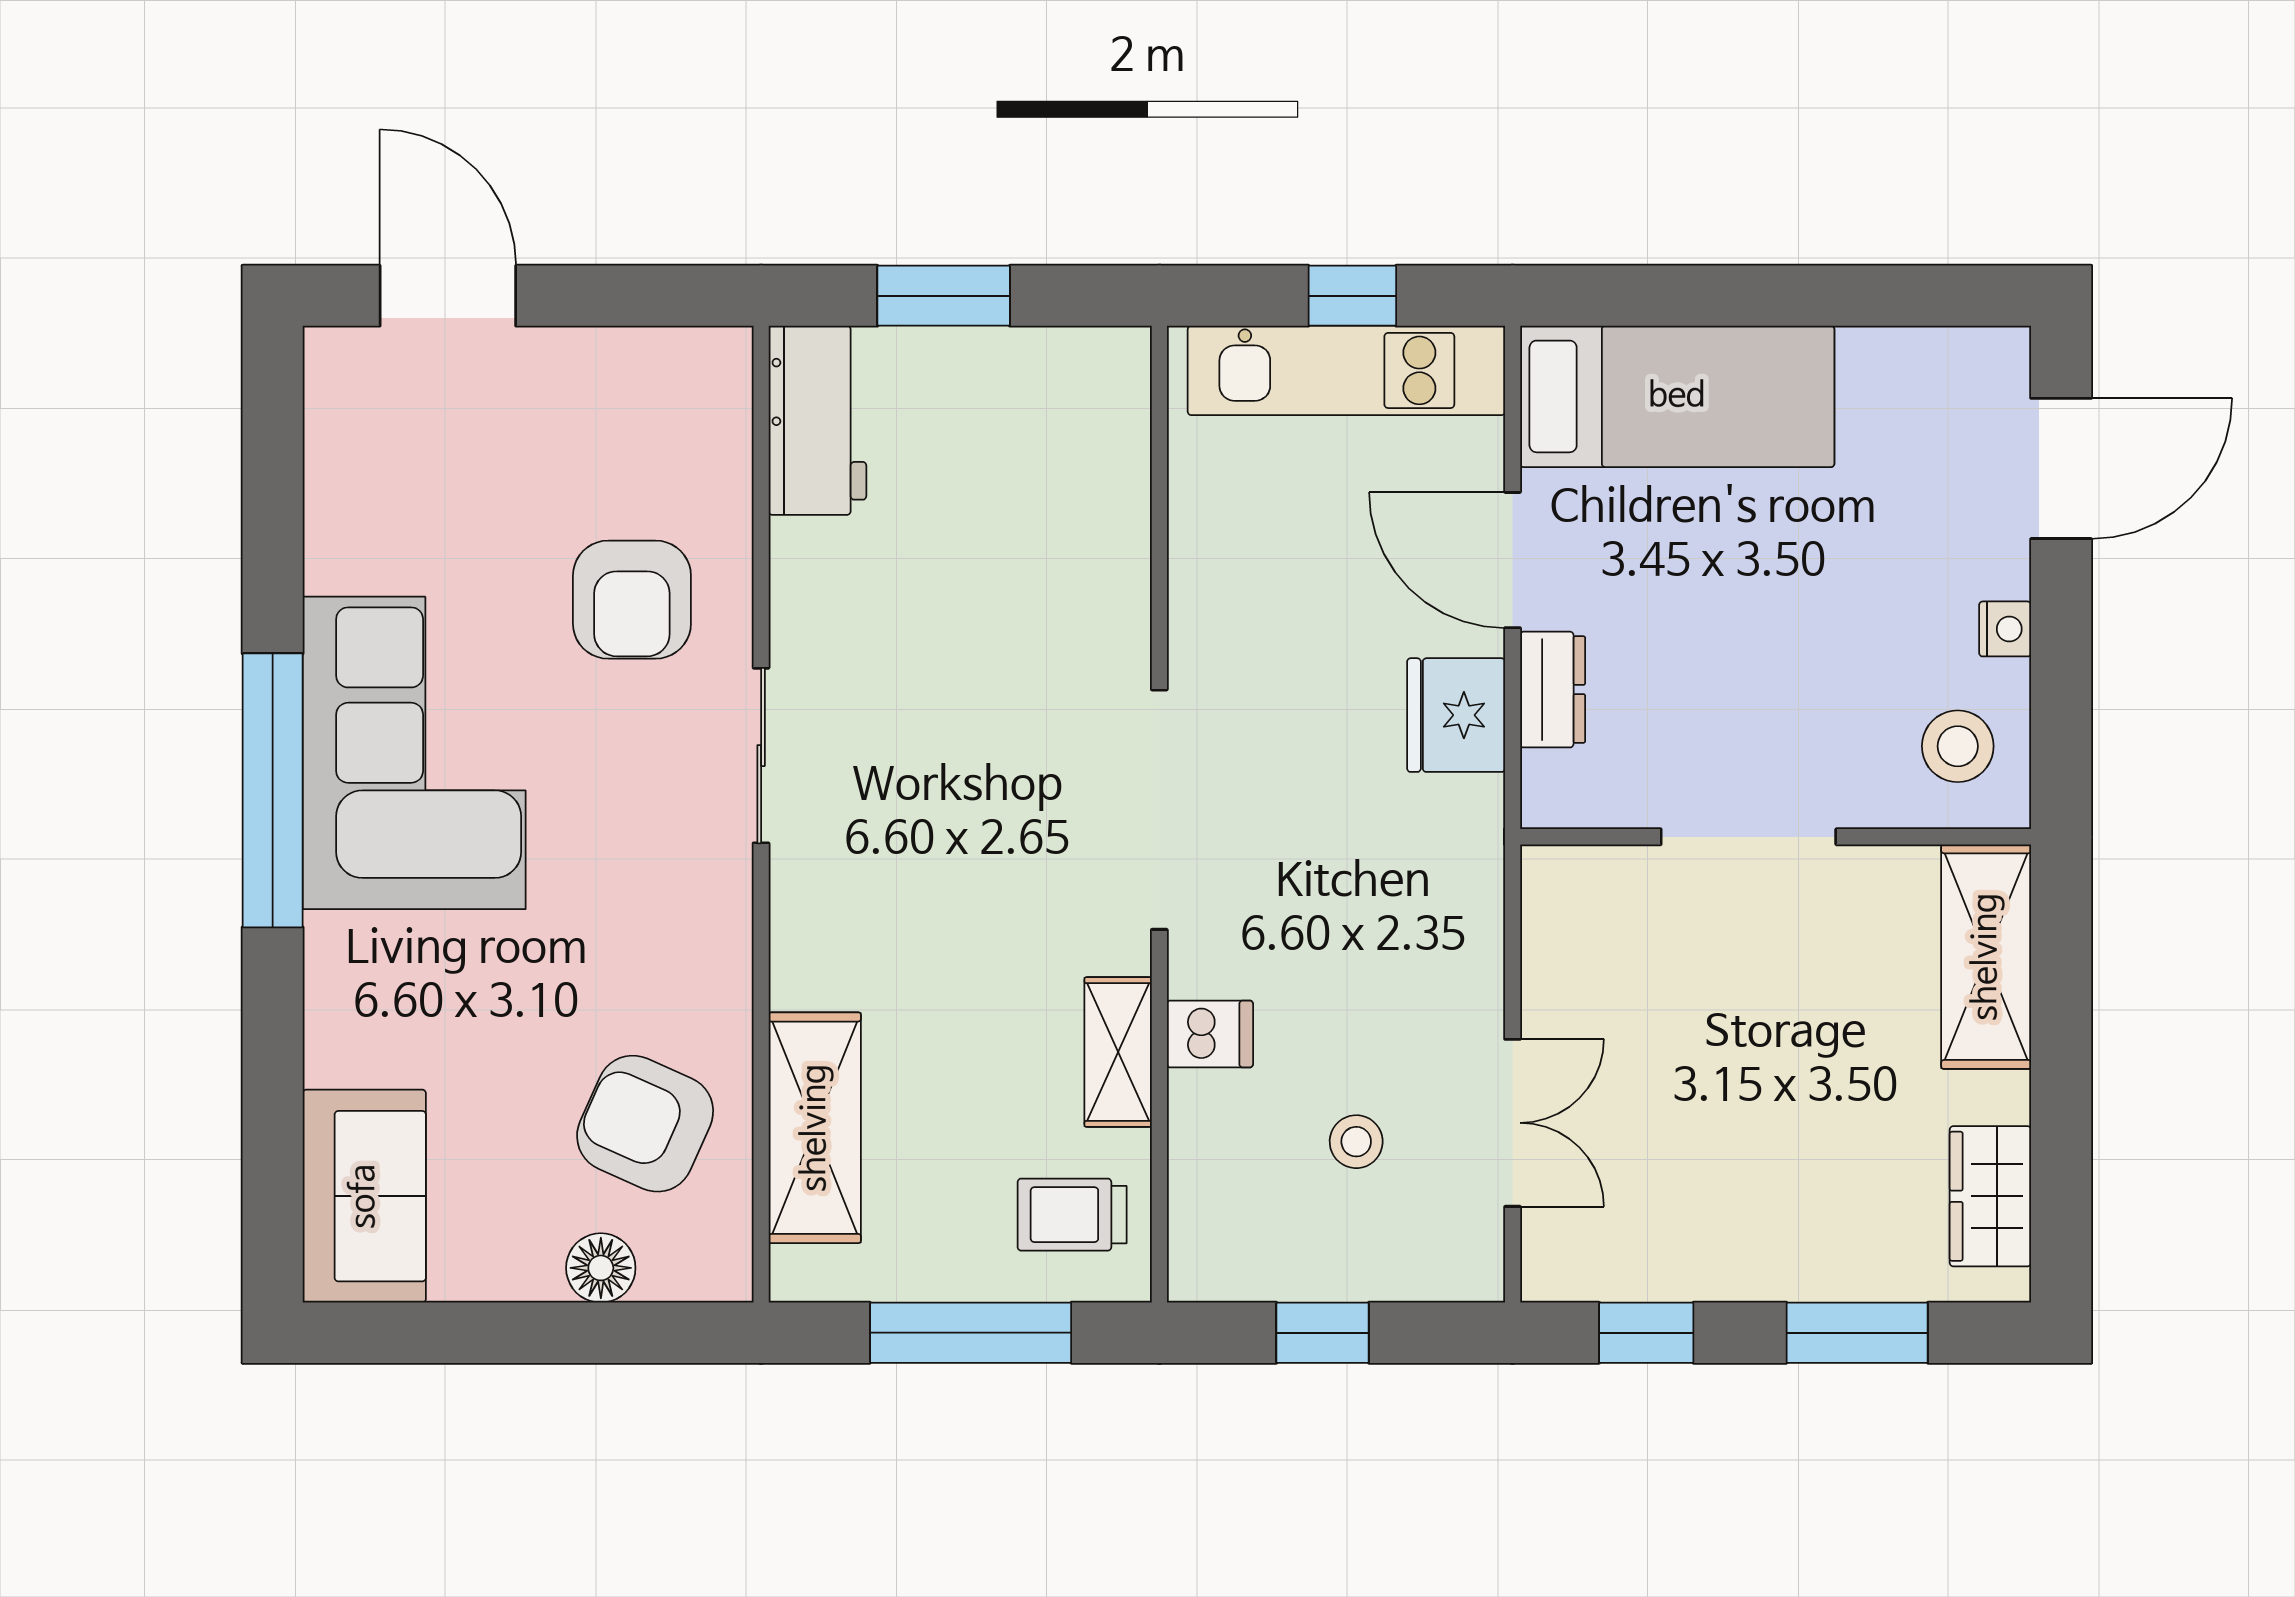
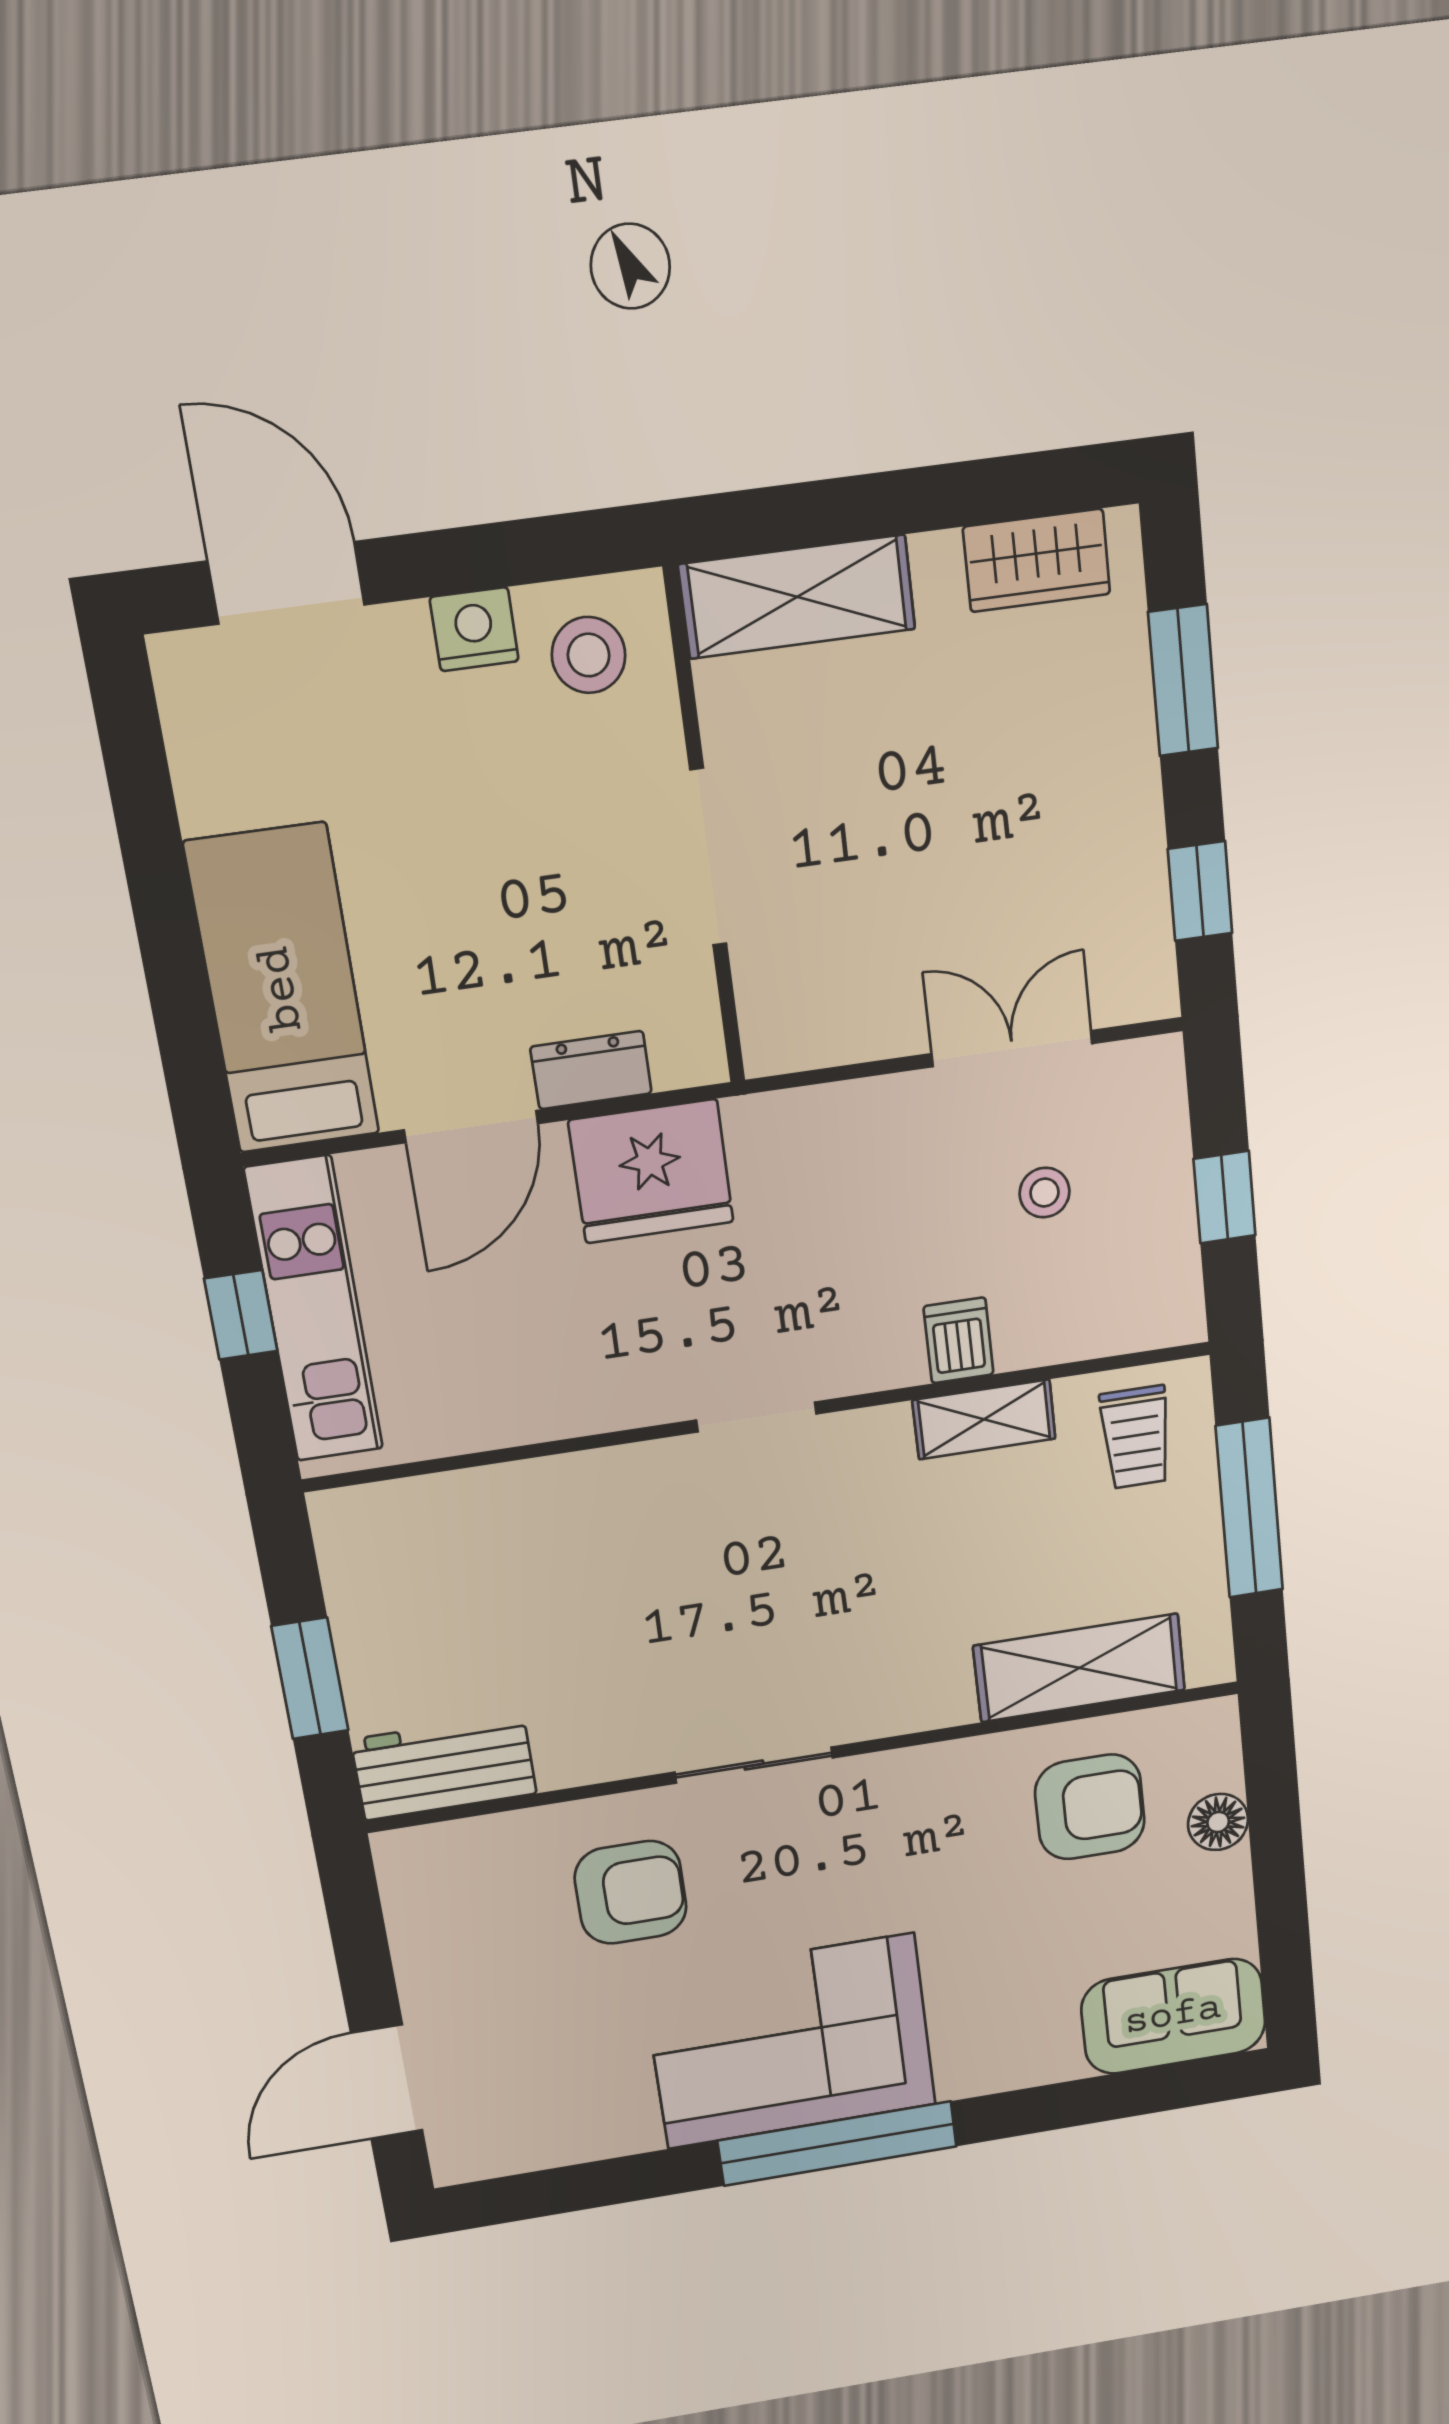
nightstand: (2005, 629) -> (474, 629), width x1.39, depth x1.35
fridge: (1456, 715) -> (651, 1171), width x1.36, depth x1.34
doorway: (1159, 810) -> (756, 1417), width x0.53
armchair: (645, 1124) -> (1090, 1807), turned -114

